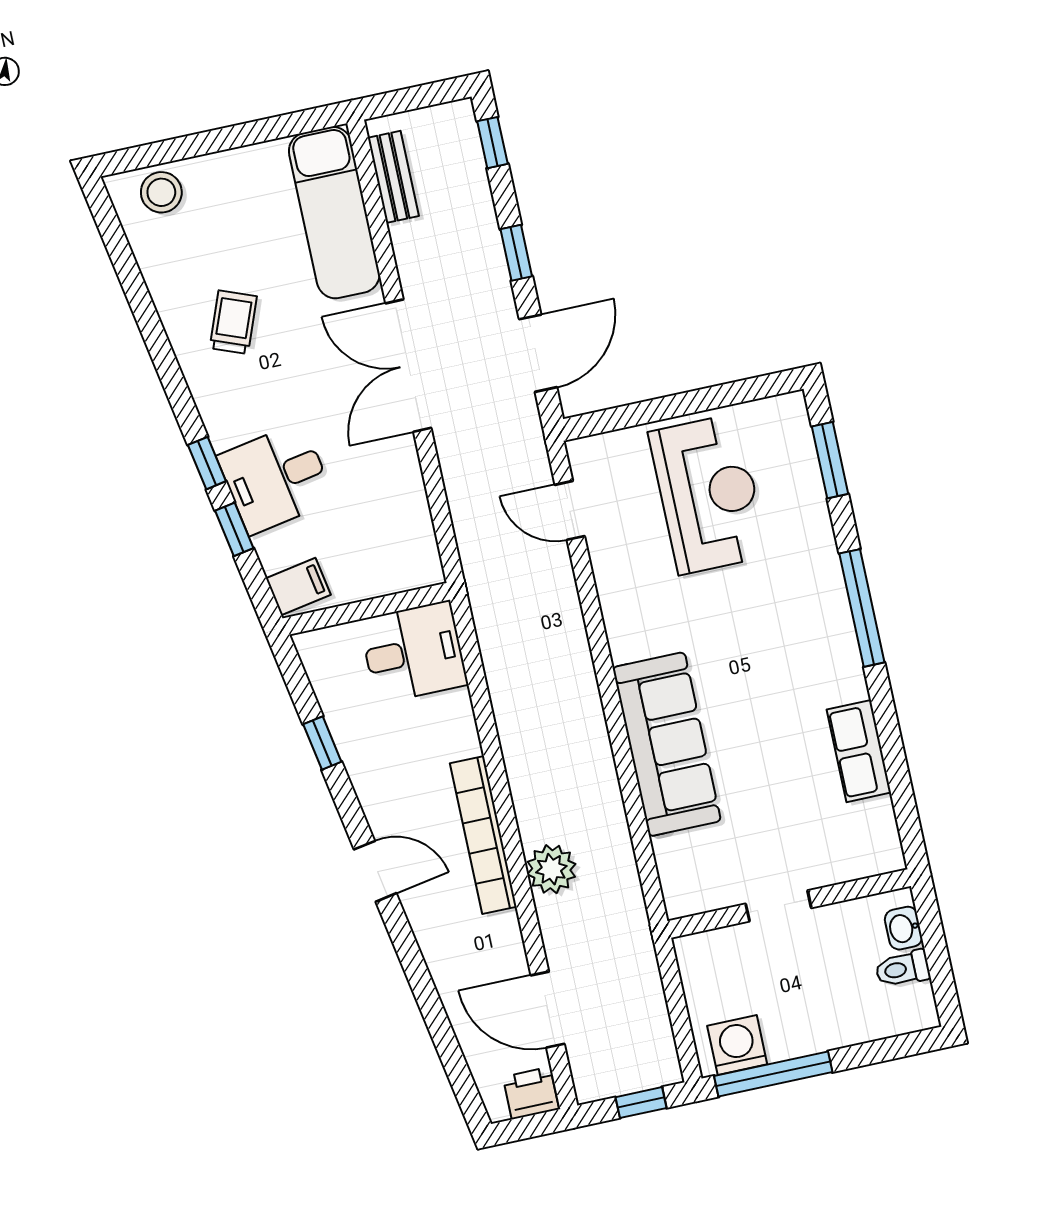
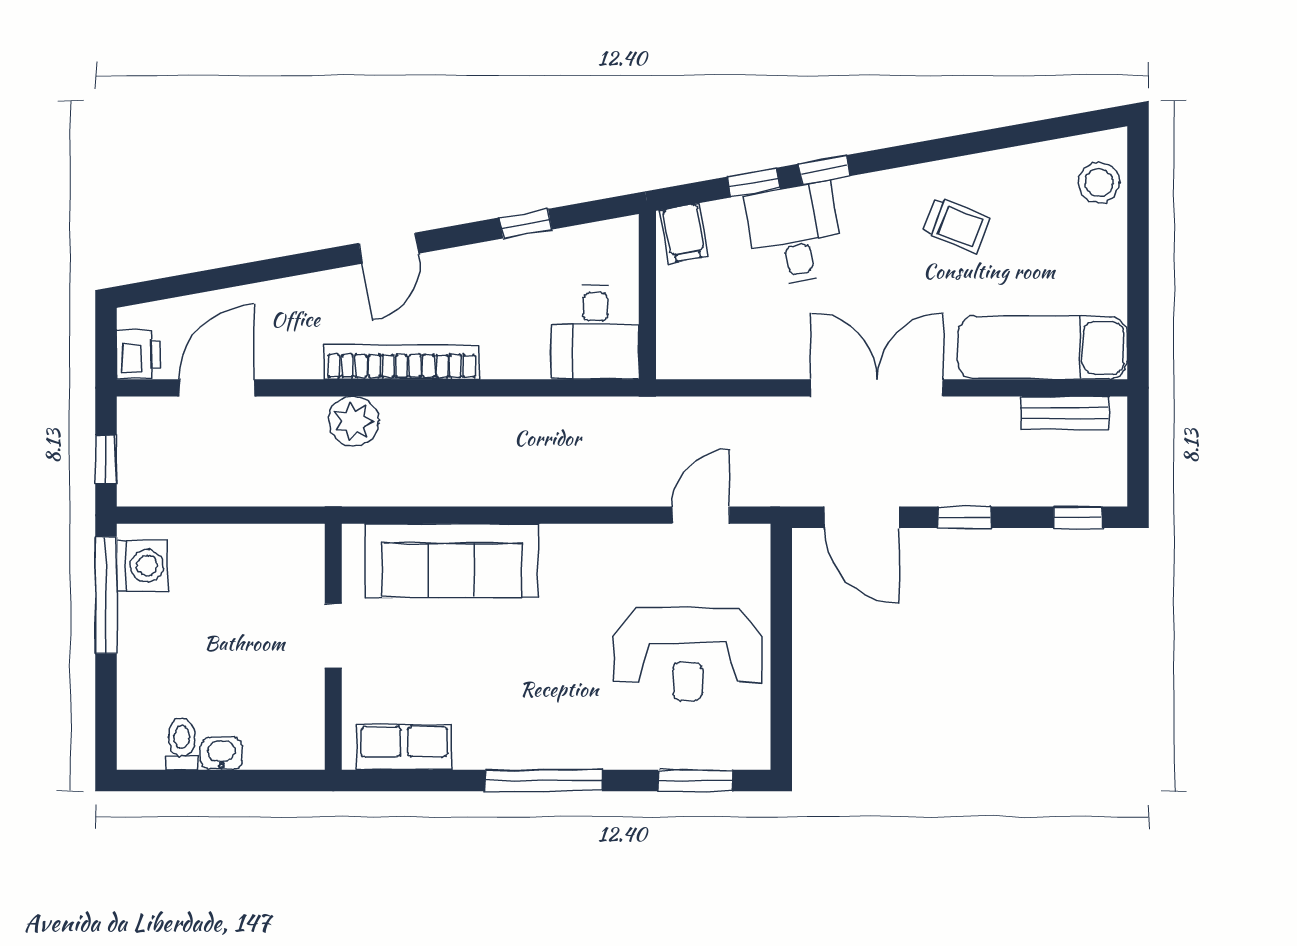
wall: (789, 904) -> (333, 647), moved
doorway: (778, 906) -> (333, 636), moved

